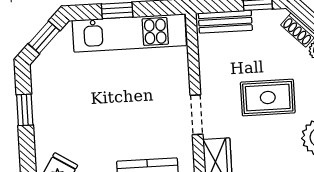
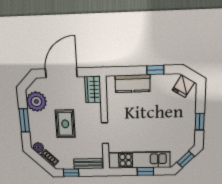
rug: (268, 98) -> (65, 124), turned 90
doorway: (197, 115) -> (105, 133), moved

